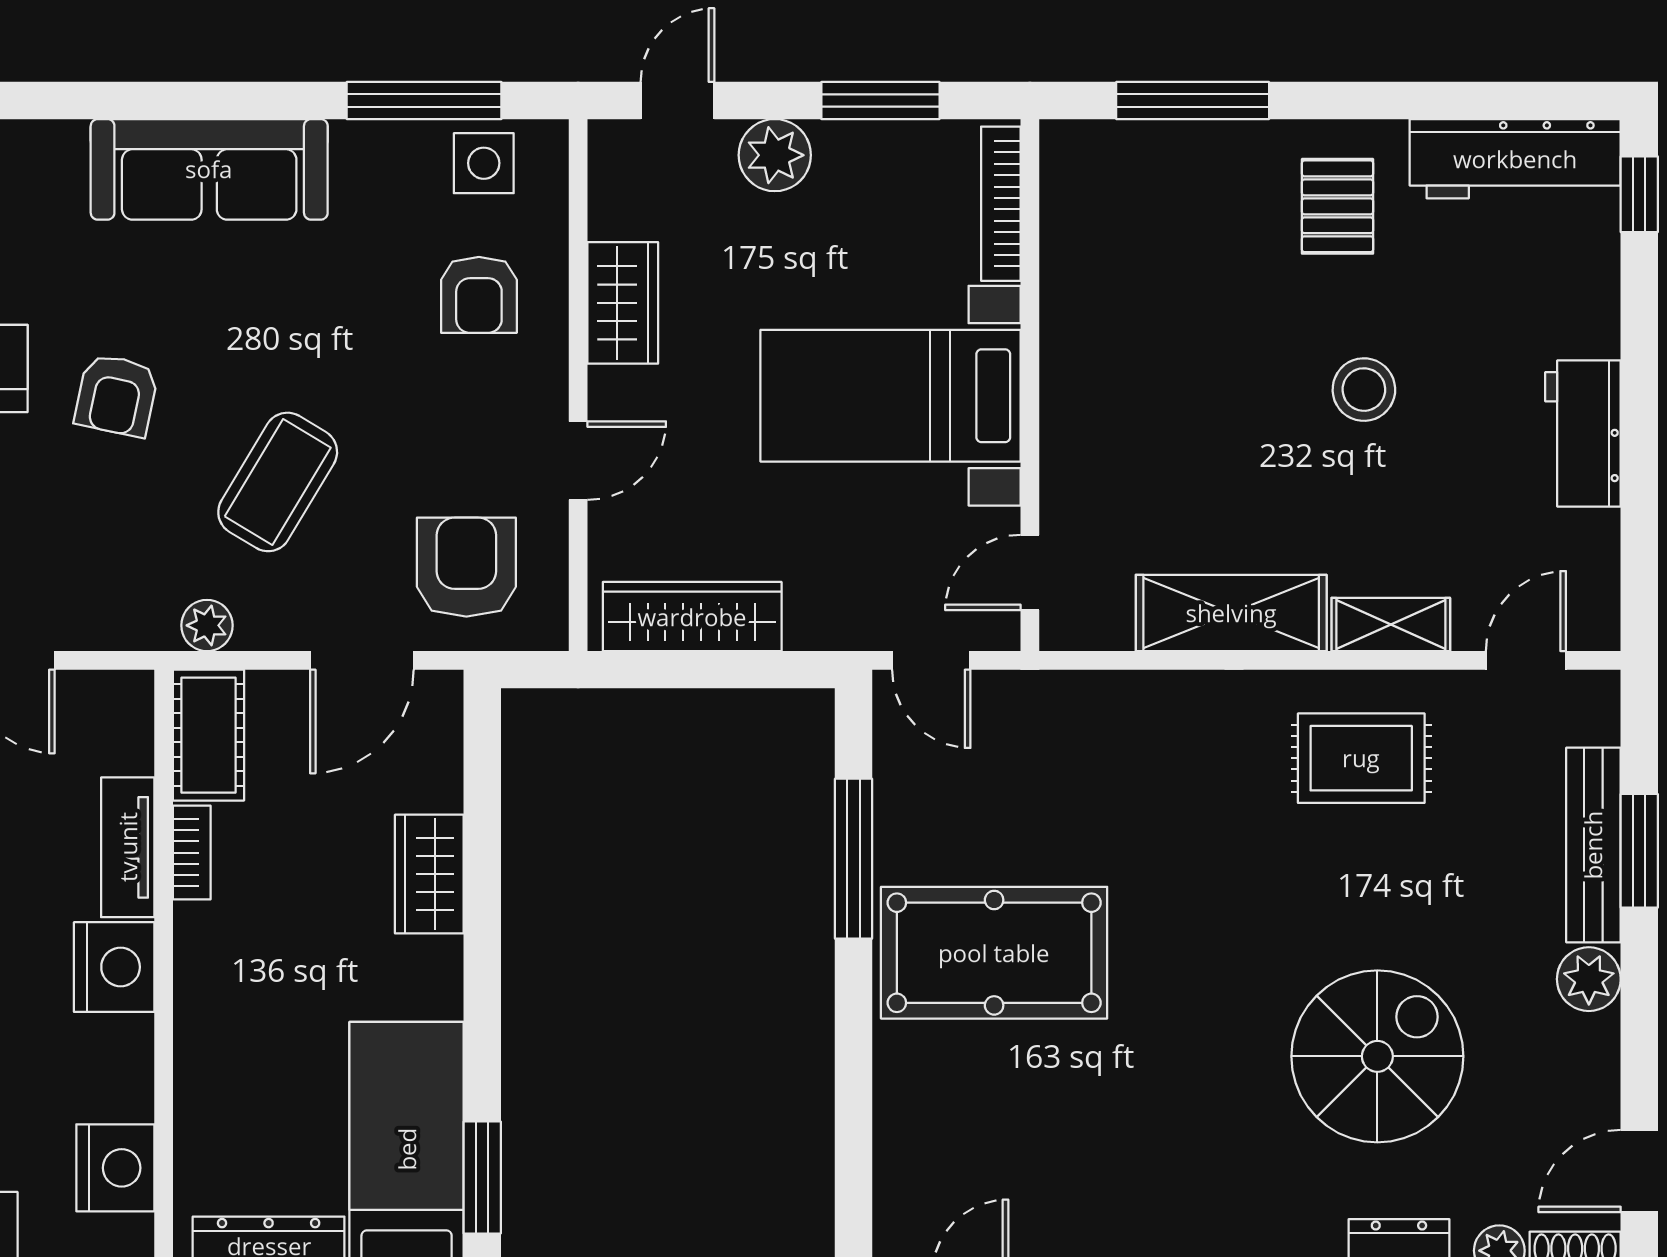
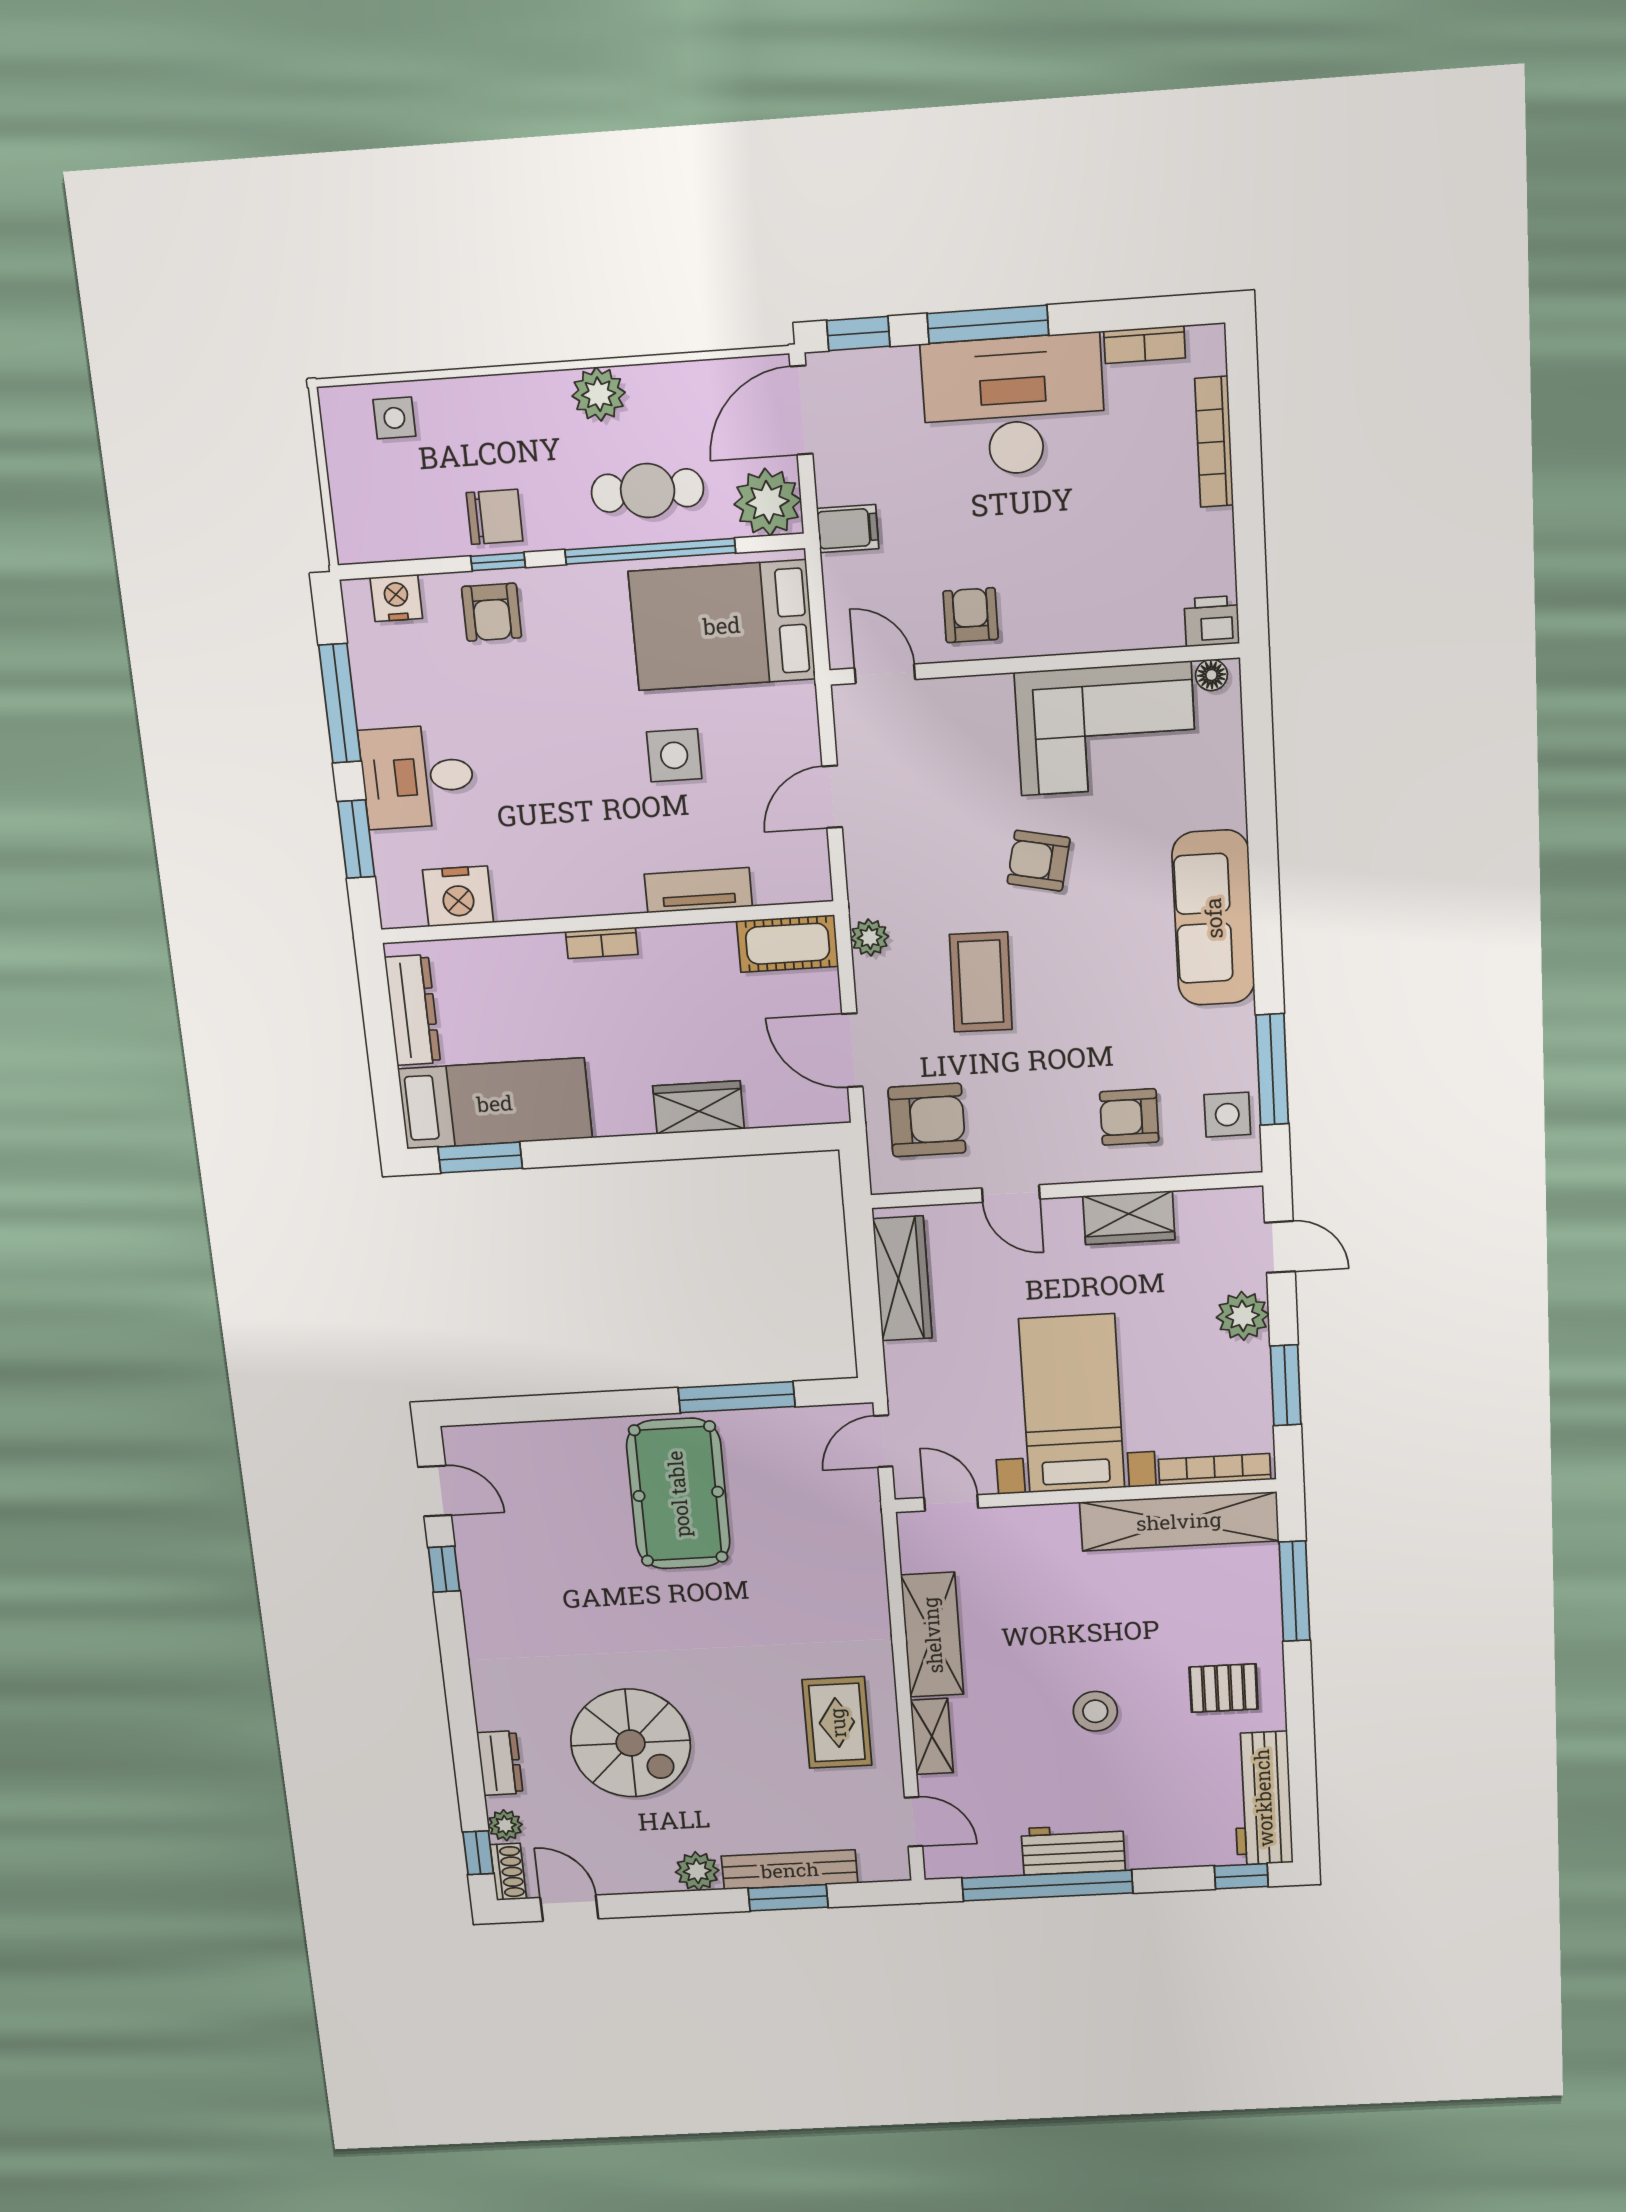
shelving: (1077, 256) -> (1179, 1521), added
window: (1639, 474) -> (1047, 1885), added
coffee table: (278, 482) -> (981, 982), turned 60
bookcase: (192, 853) -> (602, 943), moved
nightstand: (114, 967) -> (608, 886), removed

